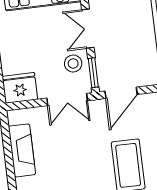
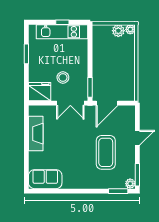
double door: (88, 29) -> (90, 57), removed
stool: (73, 63) -> (63, 78), moved

